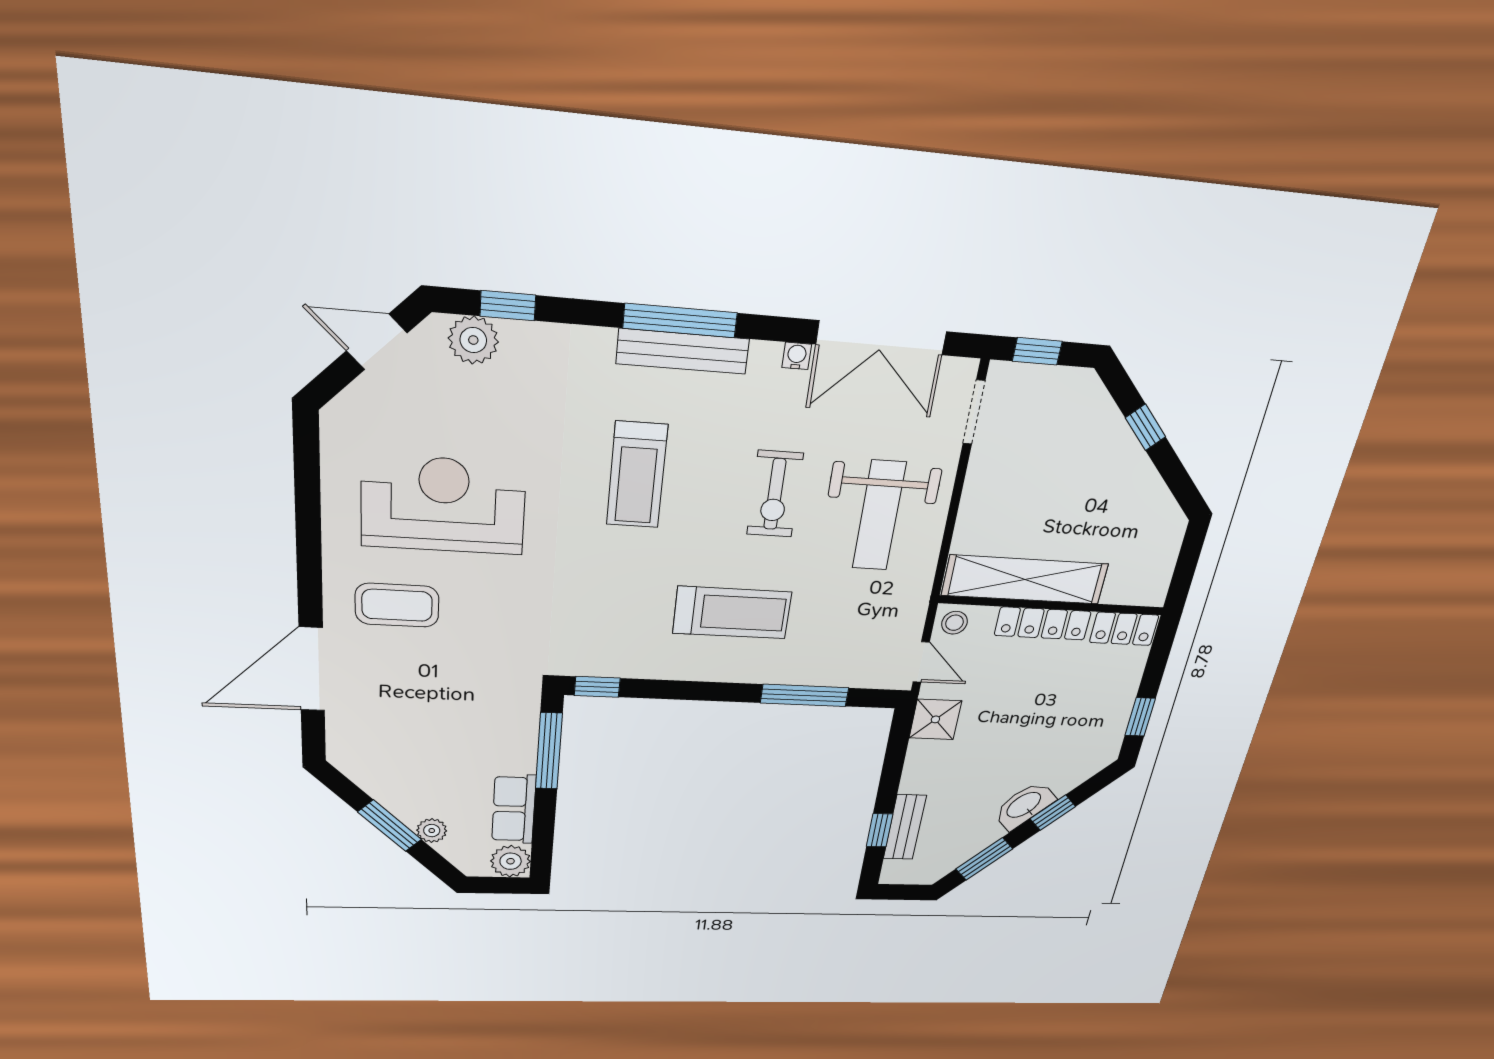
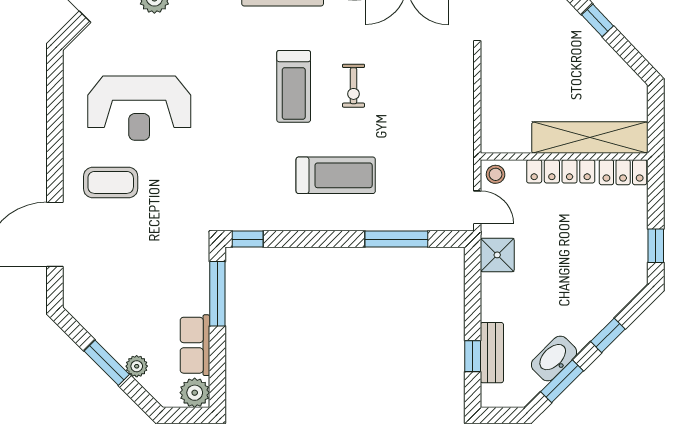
treadmill: (637, 475) -> (294, 86), moved
exercise bike: (775, 494) -> (354, 86), width x0.73, depth x0.72
reception desk: (443, 505) -> (139, 108), turned 180
weight bench: (879, 516) -> (427, 96), removed
shelving: (1025, 580) -> (590, 138), moved
washbasin: (1024, 805) -> (554, 358), moved

